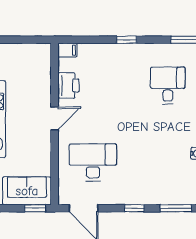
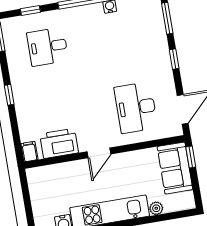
printer: (68, 85) -> (59, 143), width x1.37, depth x1.19
door: (55, 118) -> (99, 153), swing flipped

